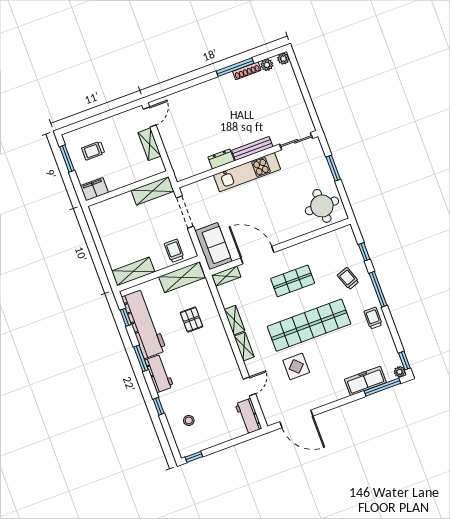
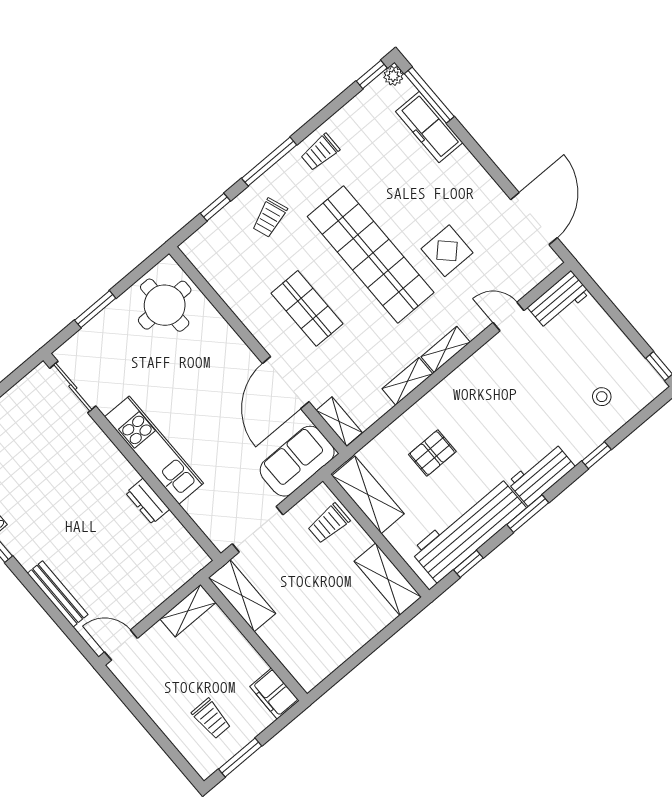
shelving: (150, 144) -> (188, 611), moved
bench: (252, 148) -> (58, 594), moved

